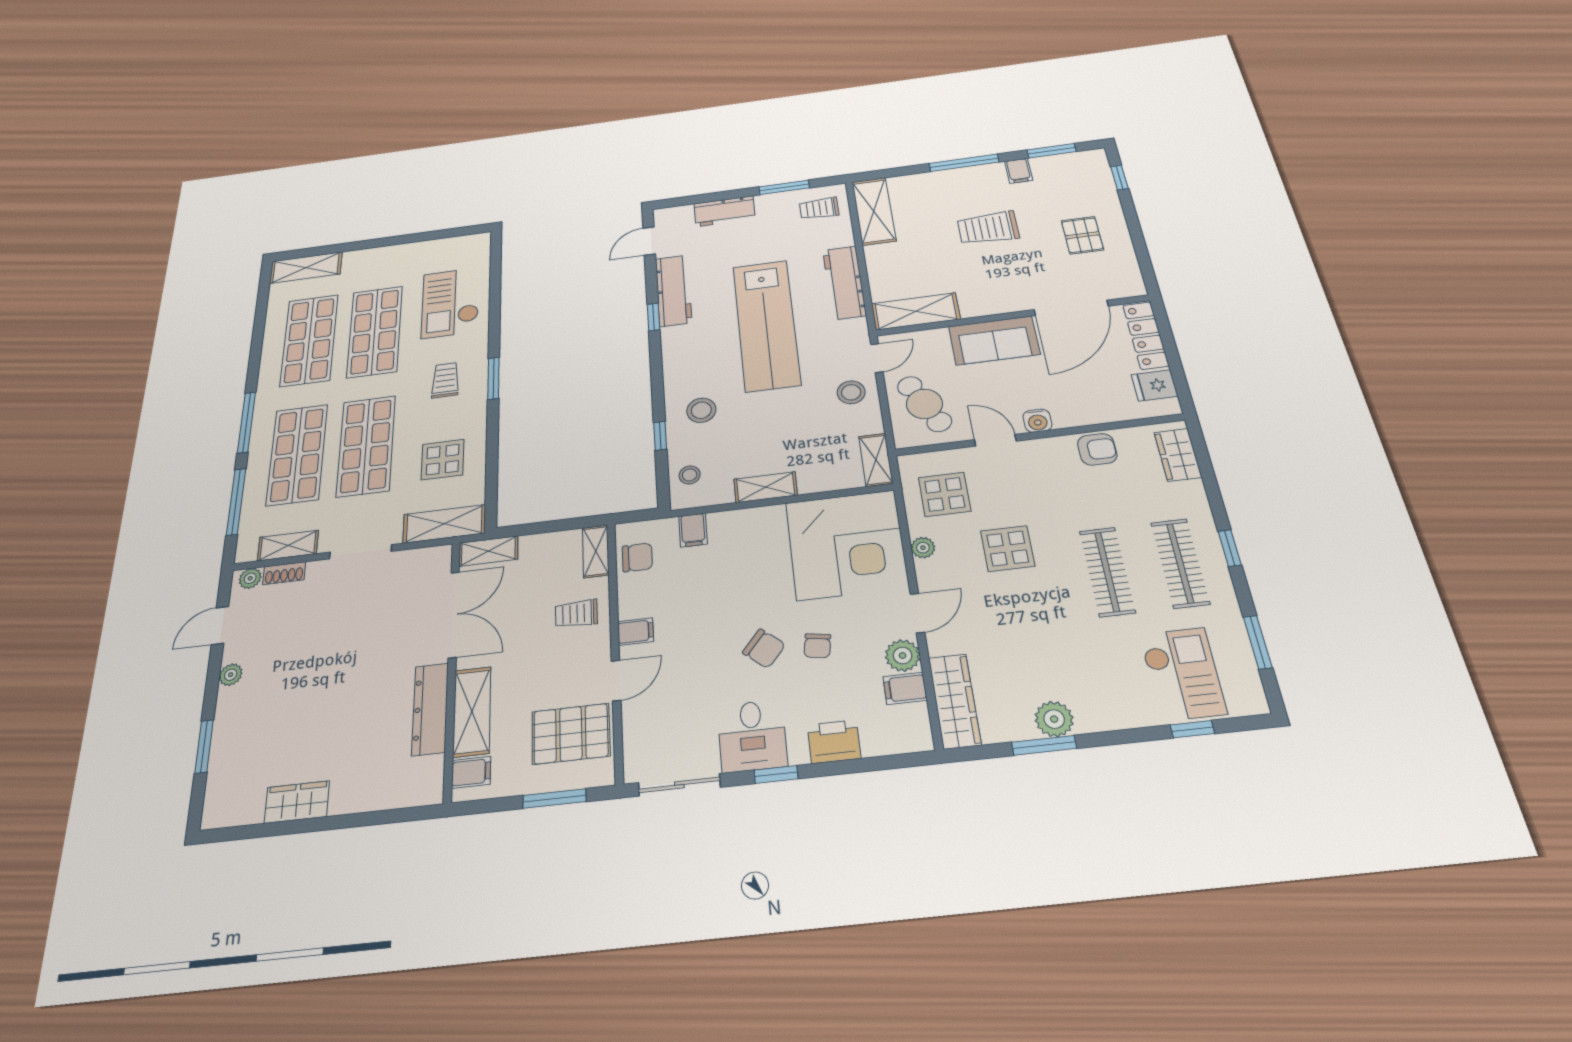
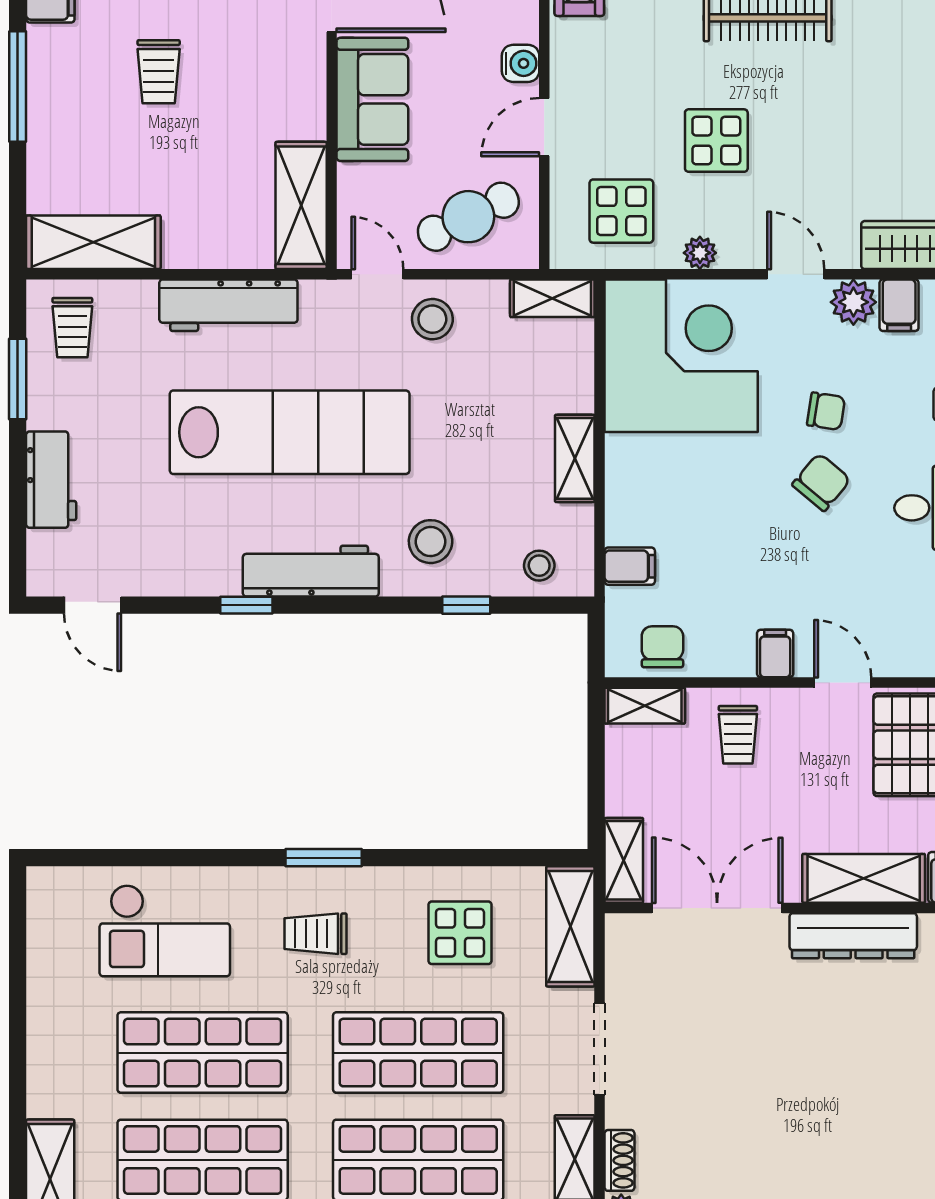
trolley: (988, 228) -> (159, 72), width x0.73, depth x0.72
workbench: (674, 291) -> (311, 571), moved

